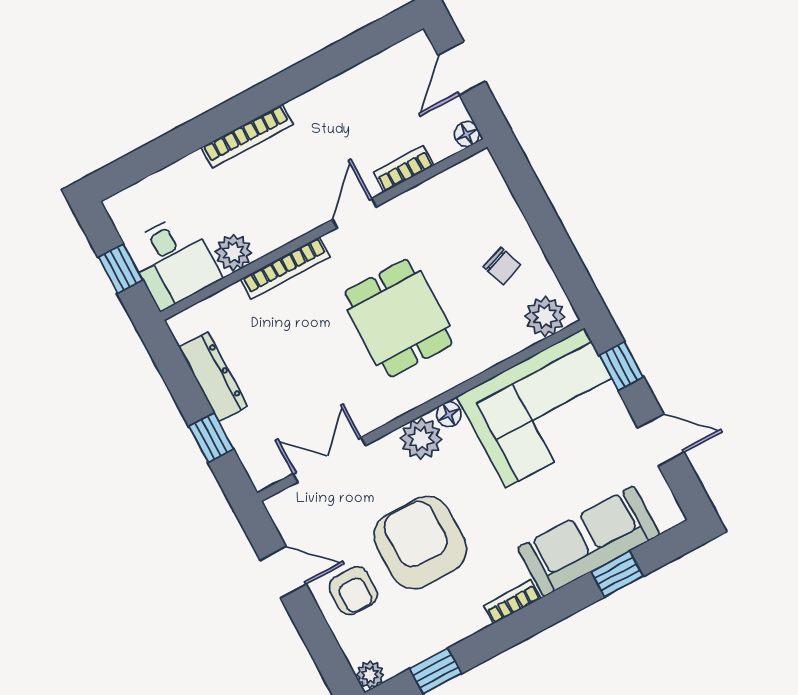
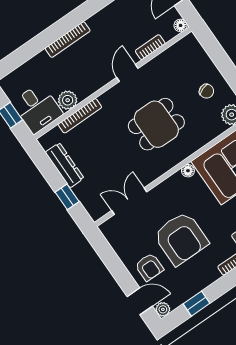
bookcase: (285, 268) -> (80, 116), moved
dining table: (399, 318) -> (156, 124), turned 90
plant: (421, 439) -> (175, 185), removed
armchair: (420, 543) -> (181, 238), turned 180
door: (283, 572) -> (140, 301), moved

